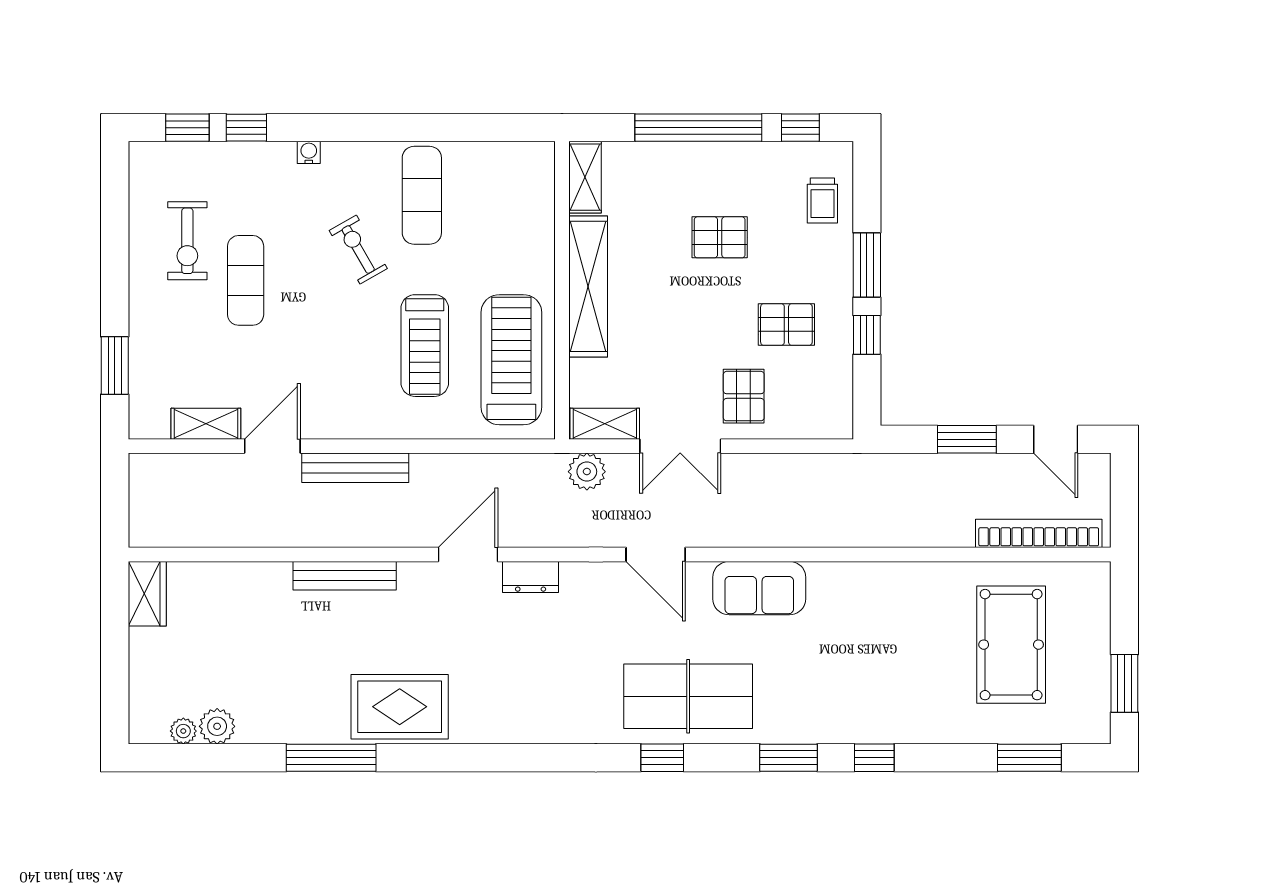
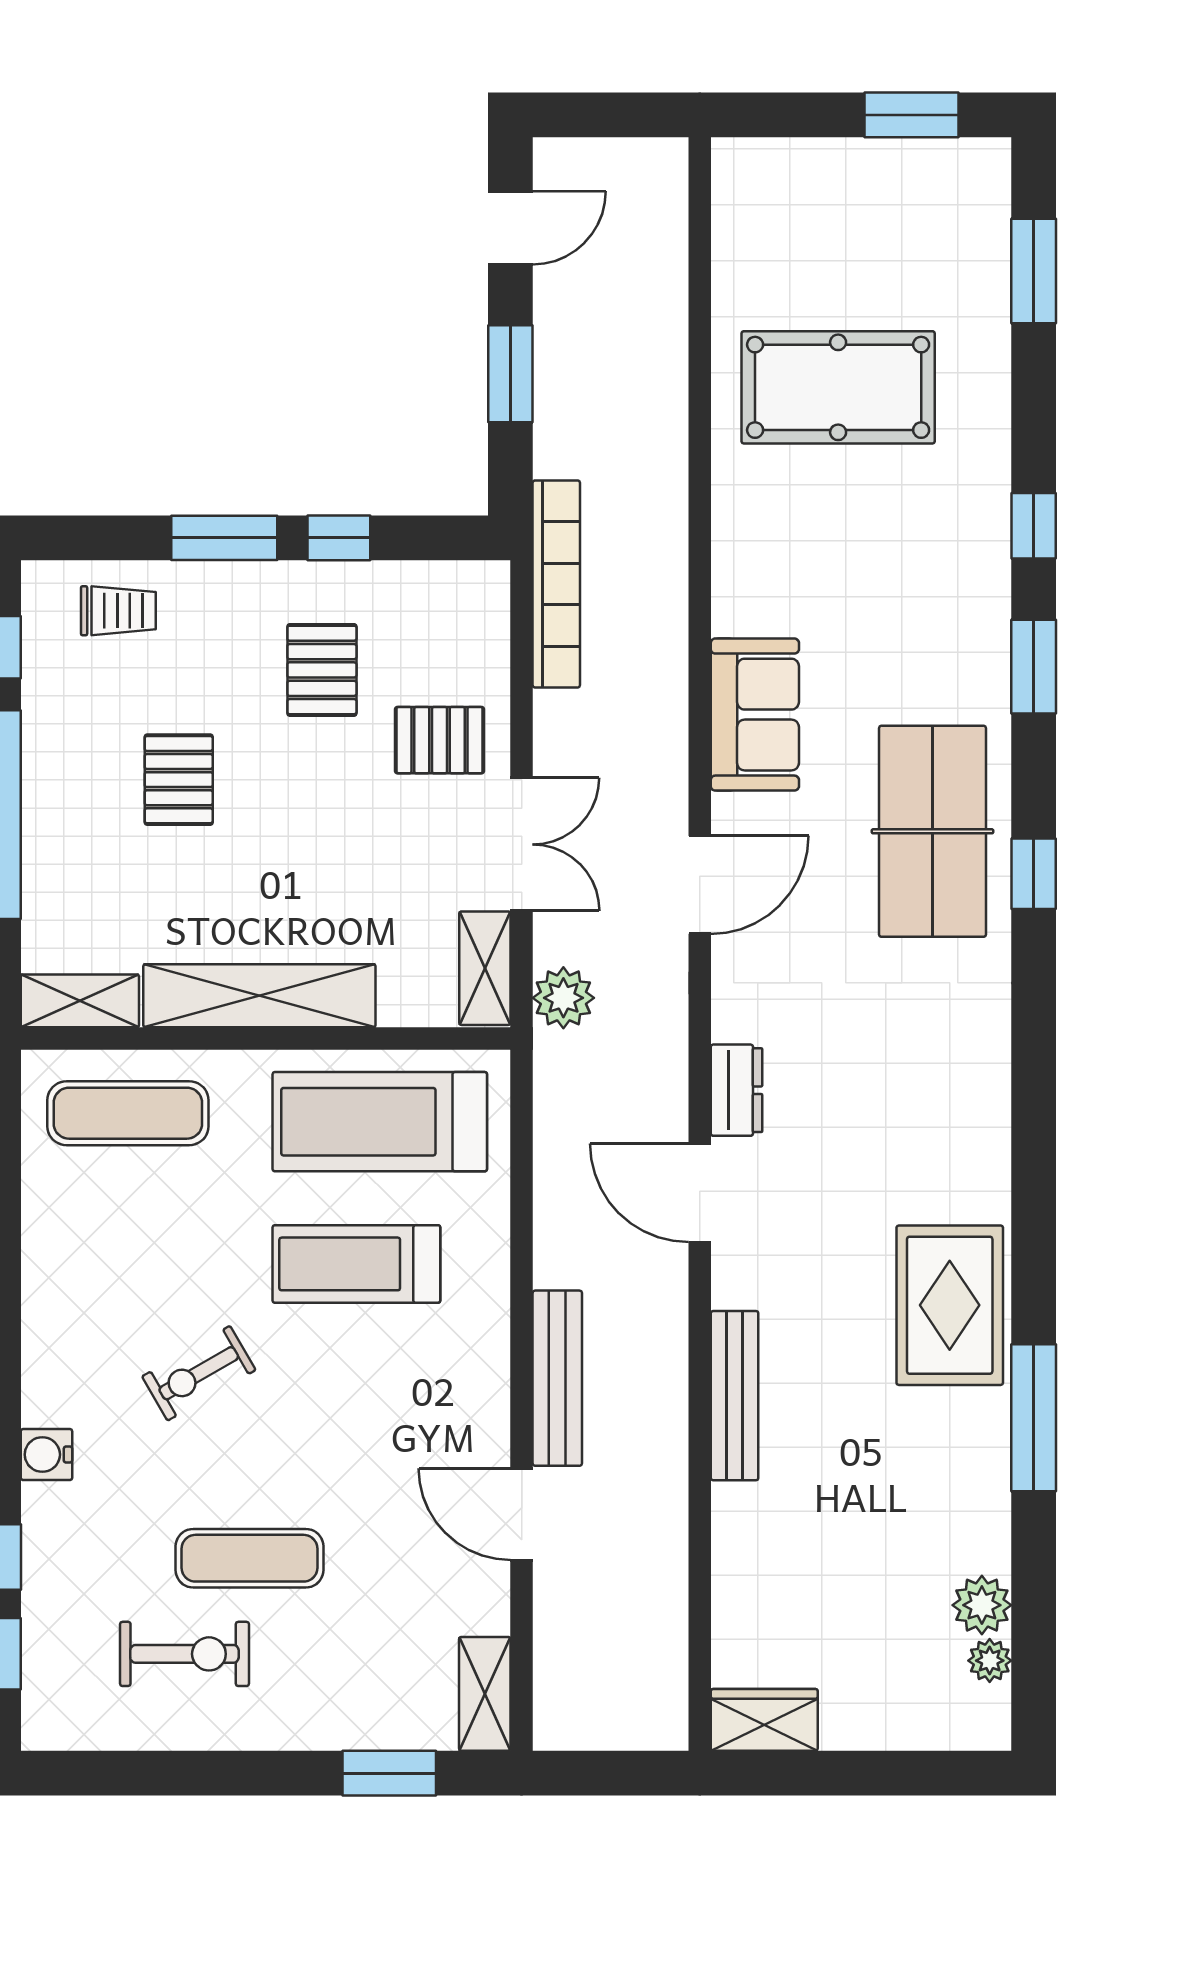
water cooler: (309, 152) -> (46, 1455), width x1.38, depth x1.38
exercise mat: (422, 195) -> (128, 1113), moved
treadmill: (425, 346) -> (356, 1264), turned 180
shelving: (206, 424) -> (485, 1694), moved
bookcase: (1039, 533) -> (556, 584), moved, turned 180
pool table: (1011, 645) -> (838, 387), moved

